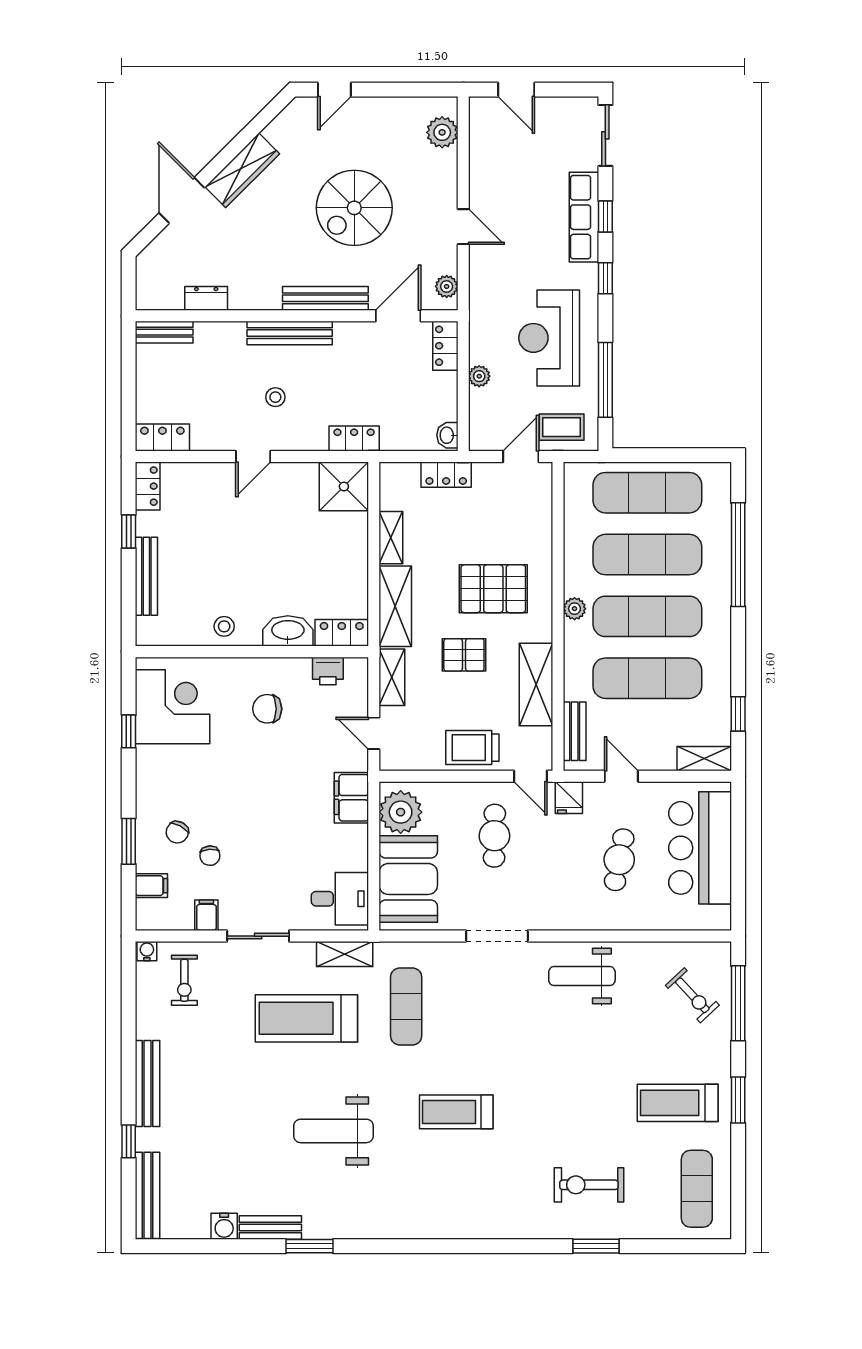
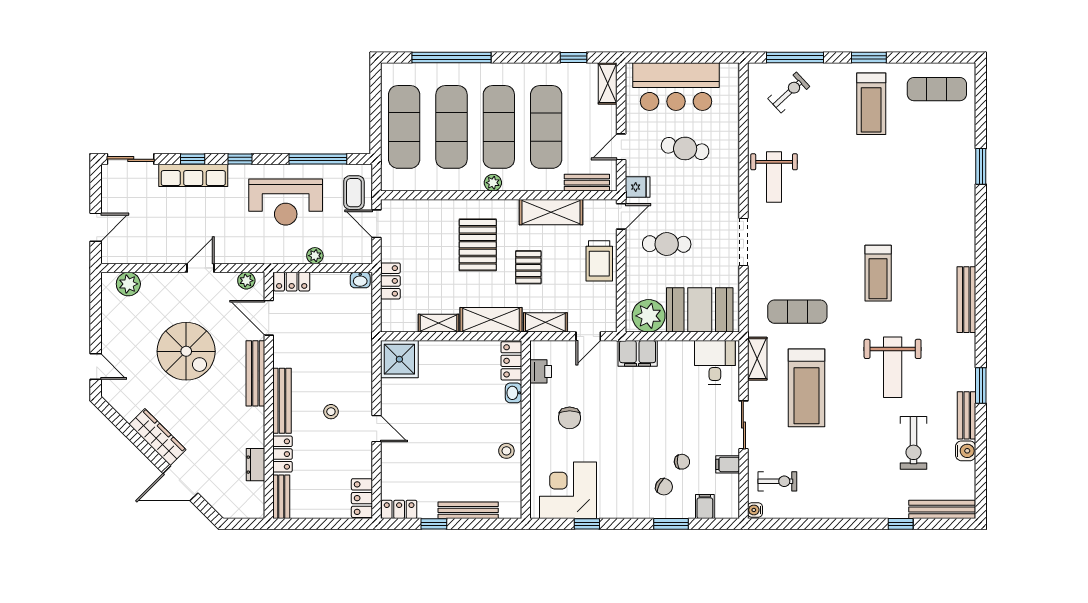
locker: (354, 439) -> (282, 454), moved, turned 180
washbasin: (288, 631) -> (514, 393), width x0.52, depth x0.69
bench: (147, 1084) -> (966, 300), moved, turned 90
exercise bike: (589, 1185) -> (913, 443), moved

